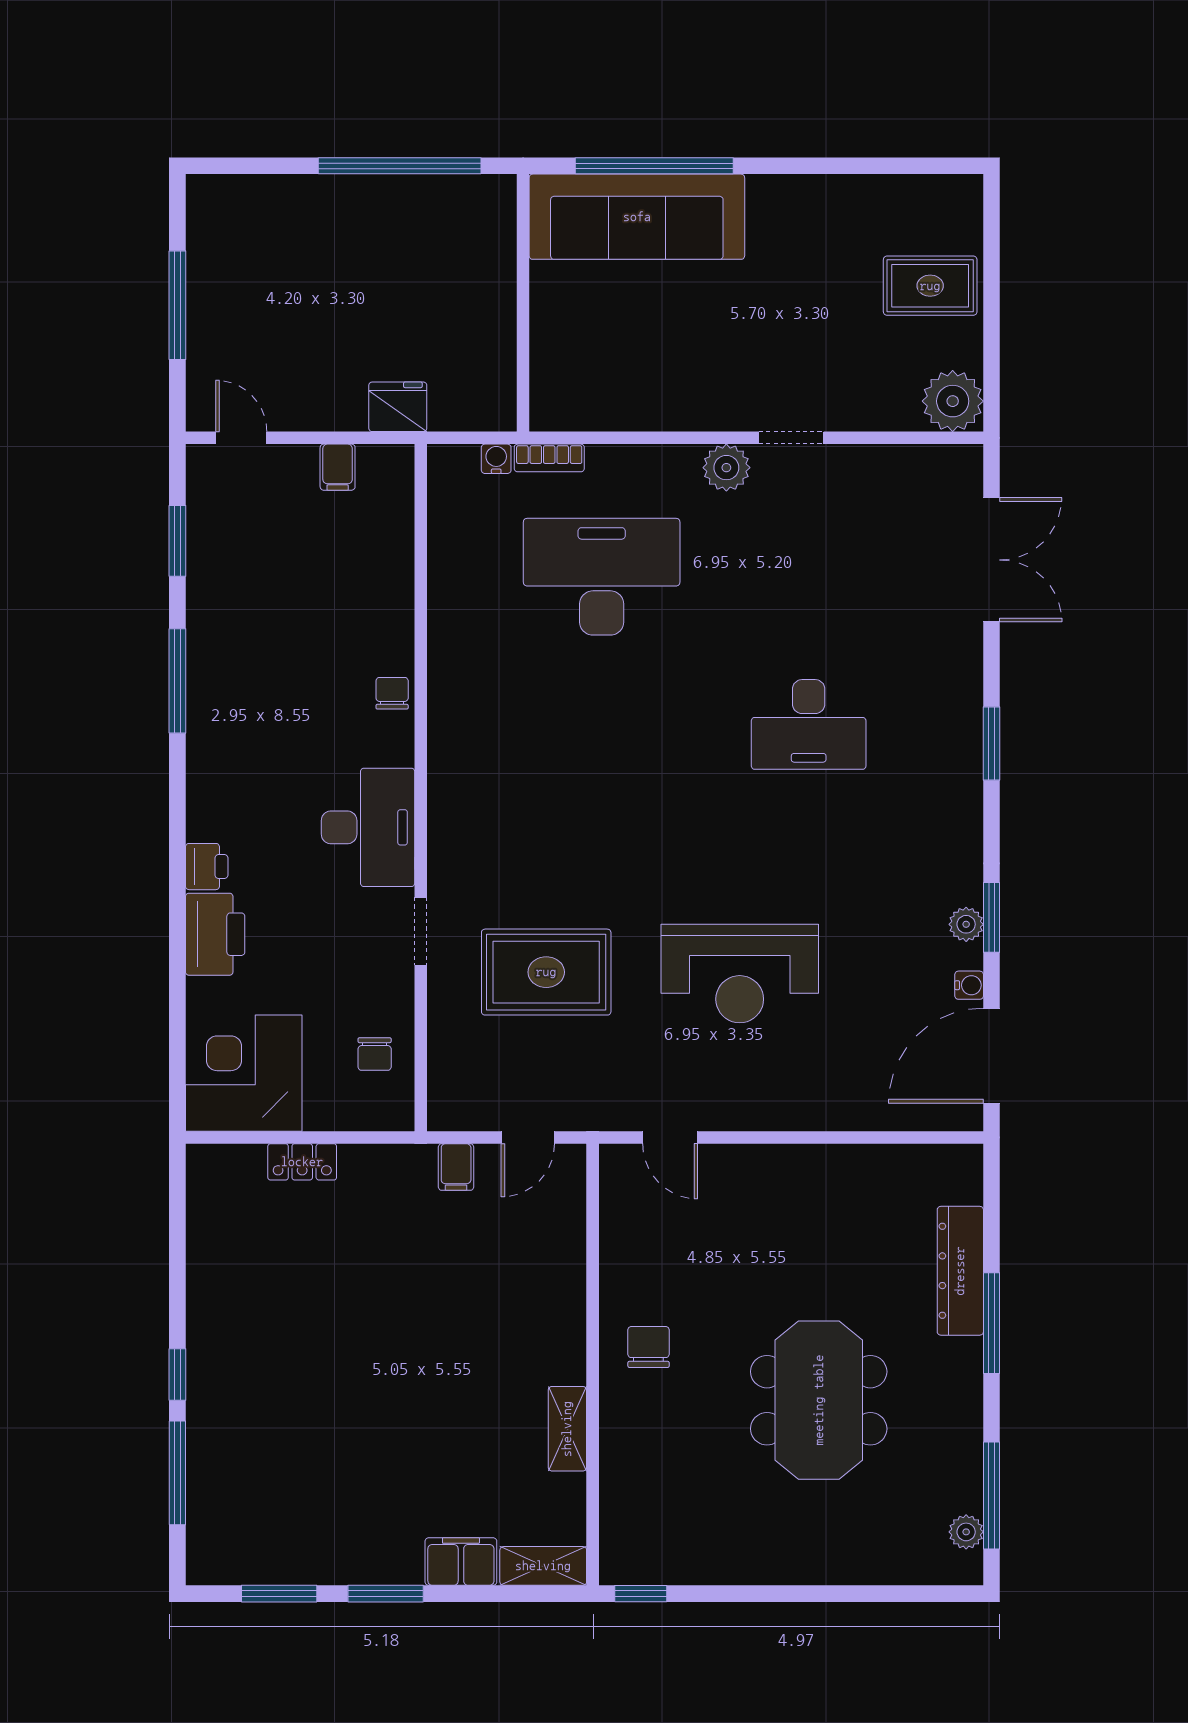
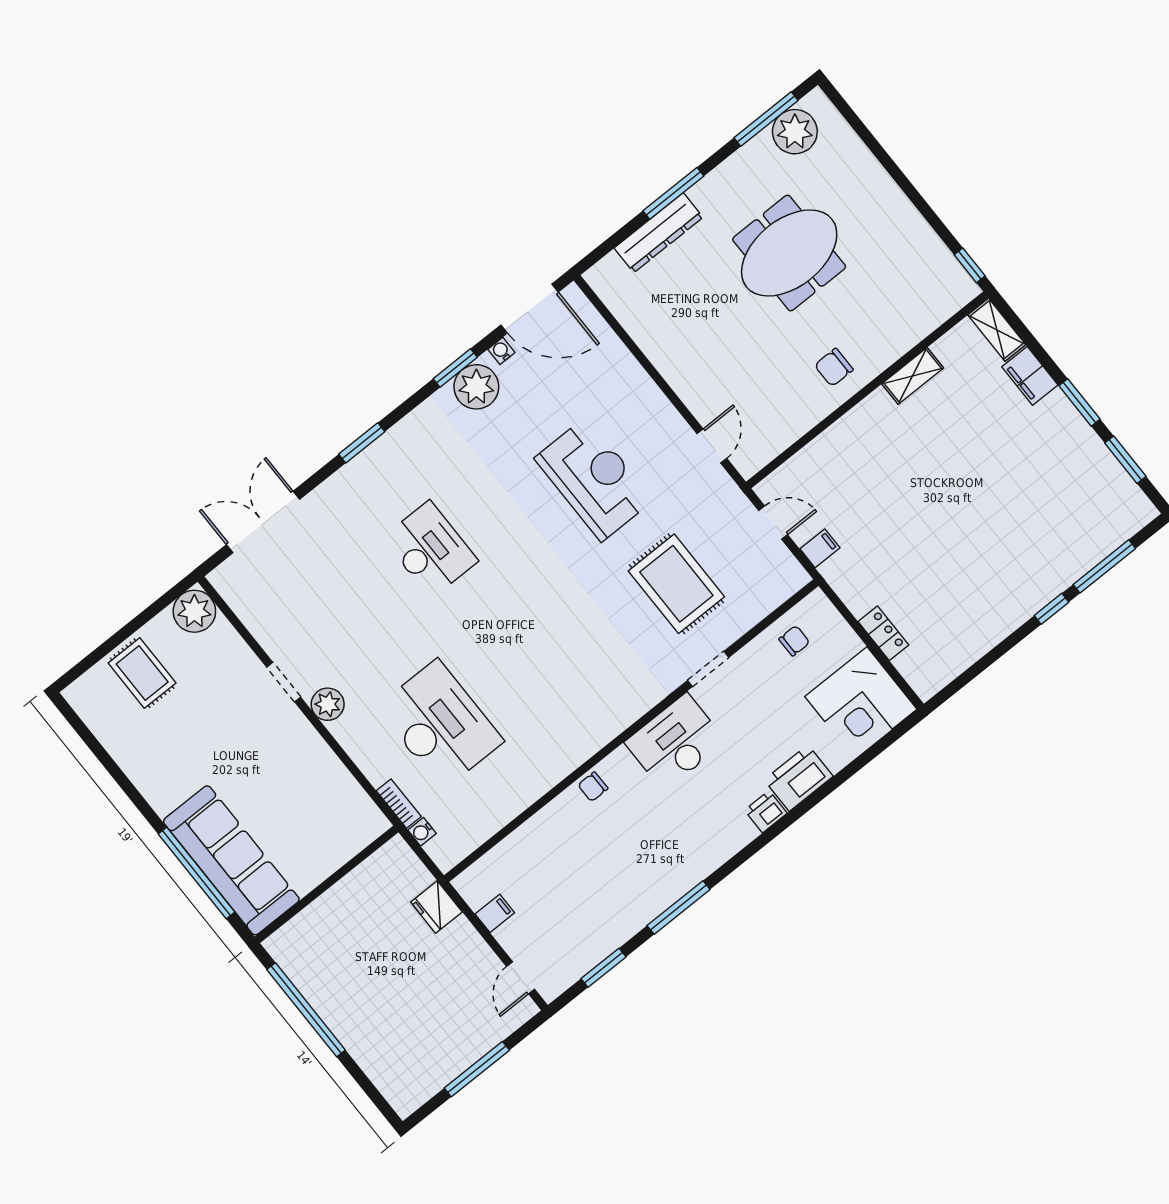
desk: (602, 577) -> (440, 724), turned 180
plant: (966, 924) -> (476, 387), width x1.87, depth x1.87
plant: (966, 1532) -> (795, 132), width x1.87, depth x1.87

